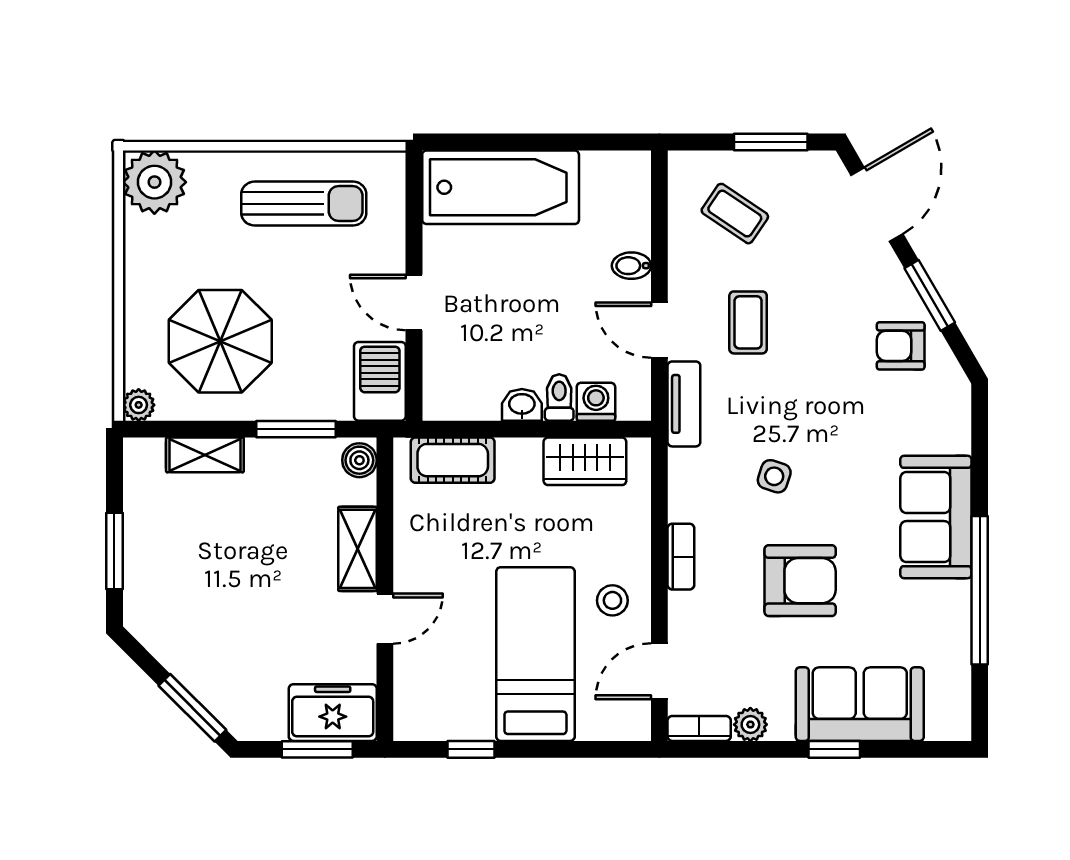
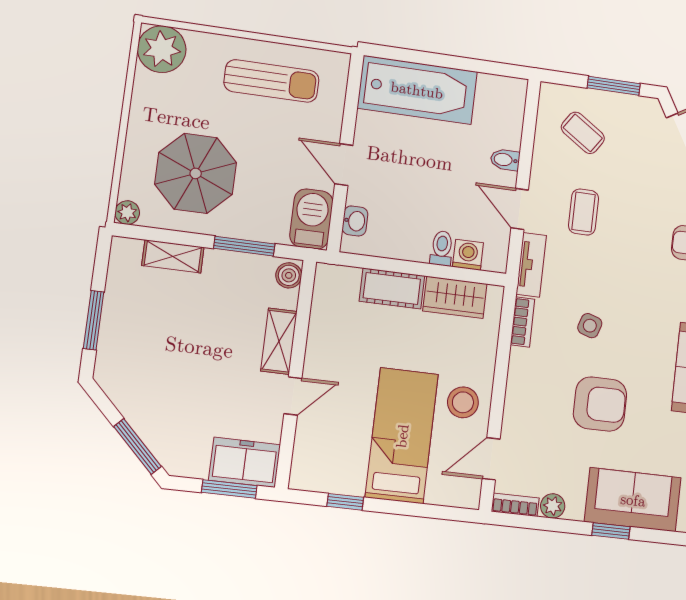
washbasin: (522, 405) -> (355, 221), moved, turned 90
cot: (453, 460) -> (392, 288), moved
bookcase: (681, 557) -> (522, 322), moved
stool: (612, 600) -> (463, 402), width x1.37, depth x1.37

